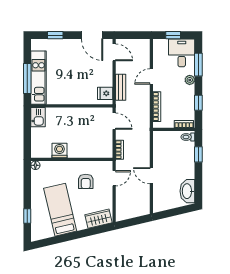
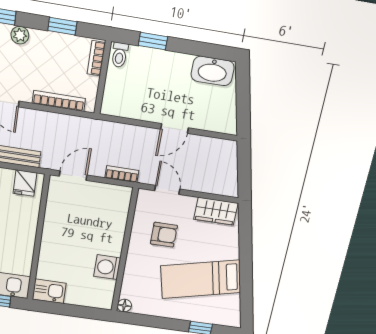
wardrobe: (99, 219) -> (216, 211), moved, turned -77

